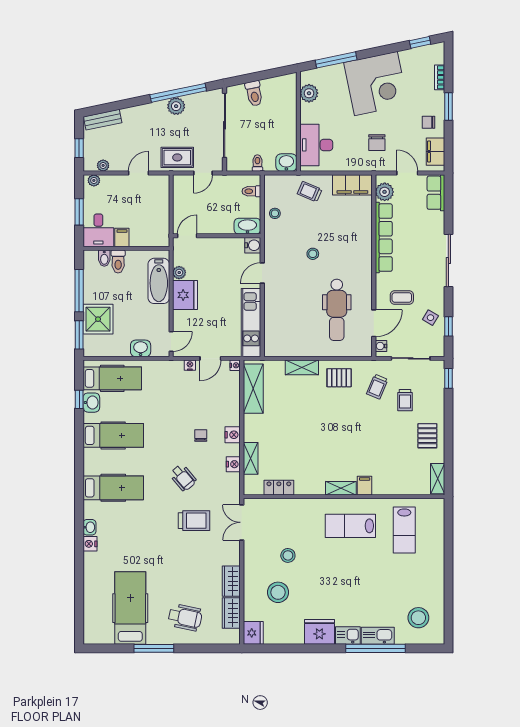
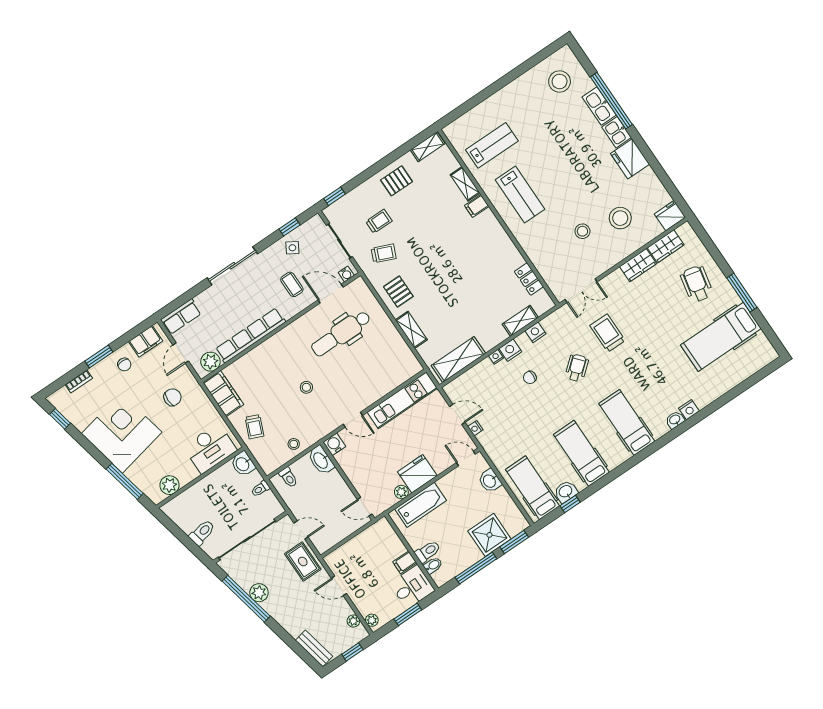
dental chair: (337, 310) -> (341, 334), turned 180
nightstand: (235, 365) -> (496, 357), moved
shelving: (341, 488) -> (465, 184), moved

